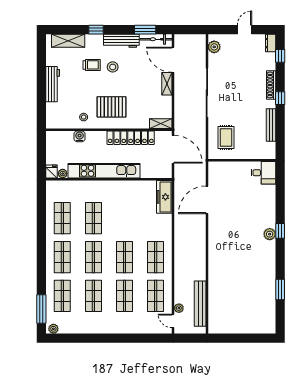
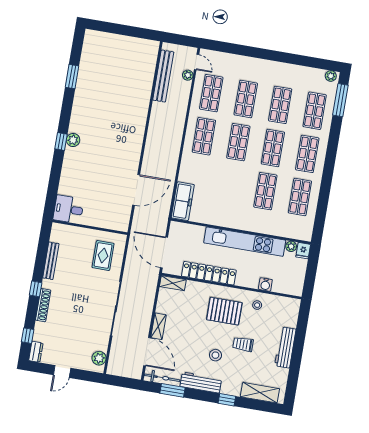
trolley: (92, 65) -> (243, 344), moved

